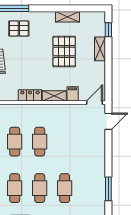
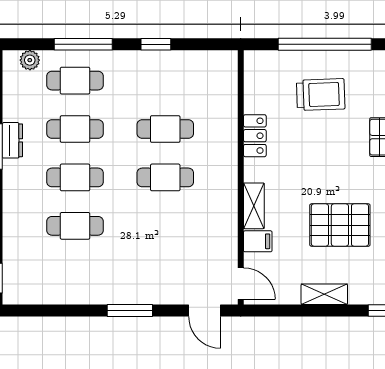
shelving: (100, 49) -> (324, 294), moved
locker: (30, 95) -> (255, 136), moved
window: (108, 189) -> (130, 311), moved

